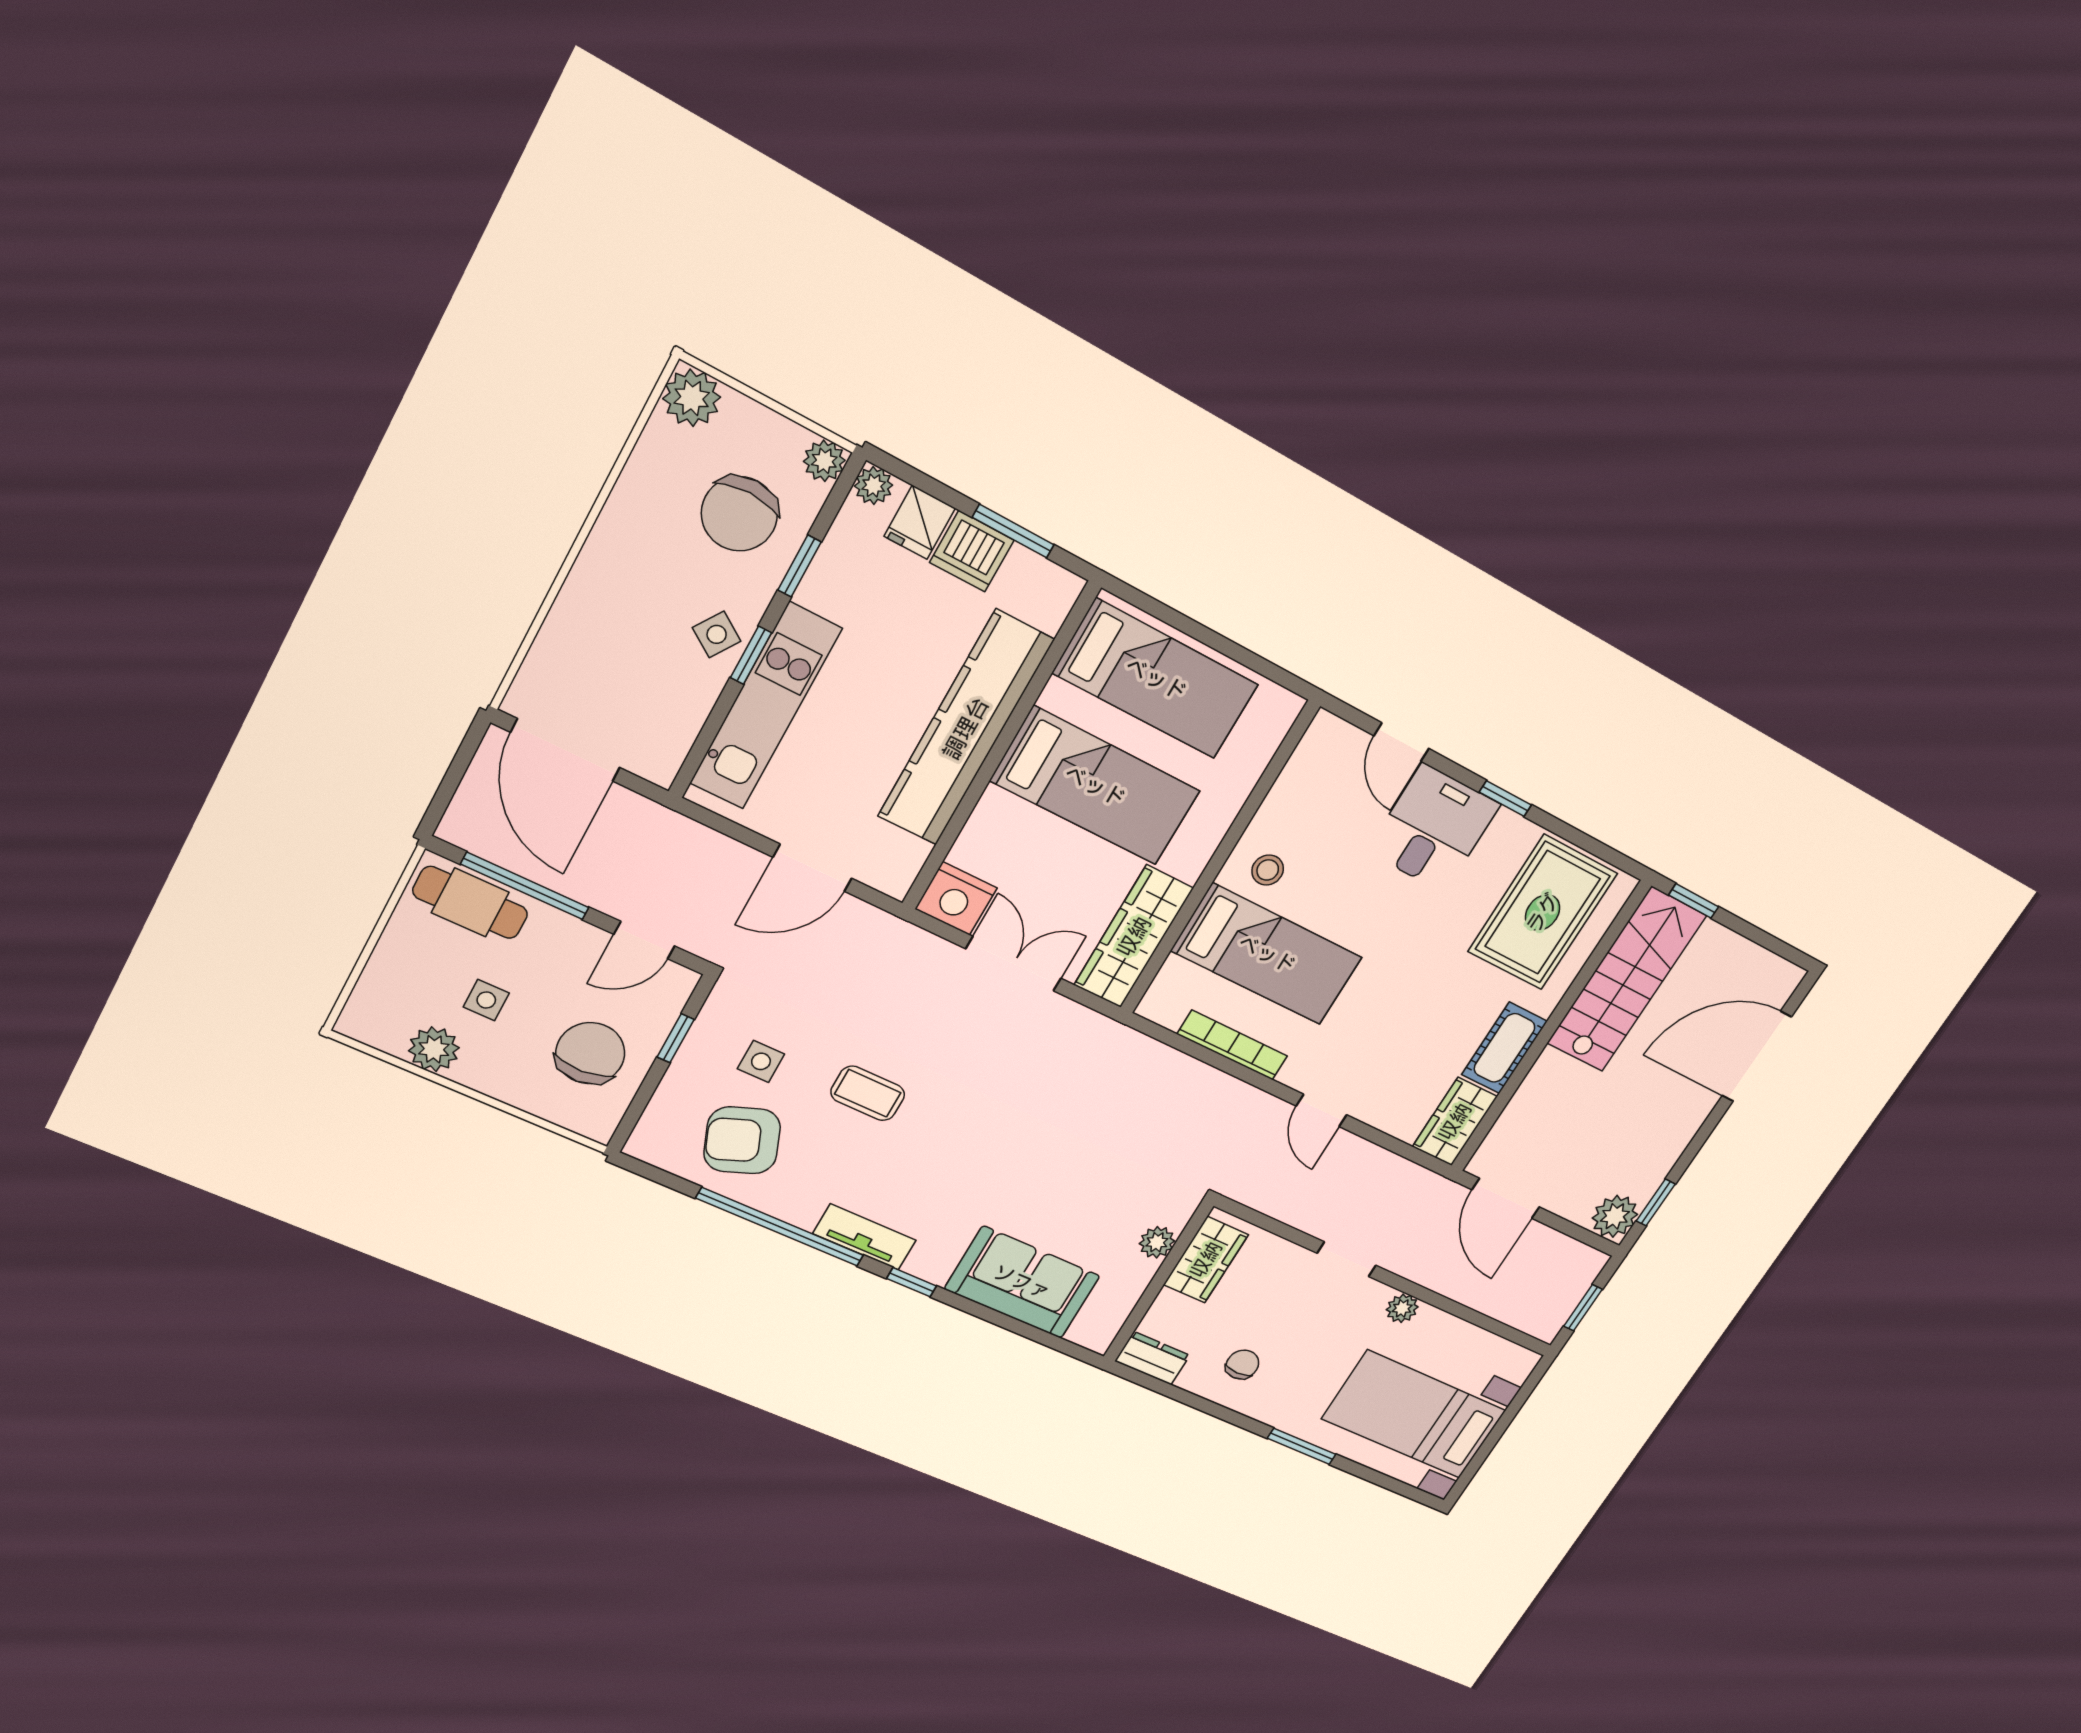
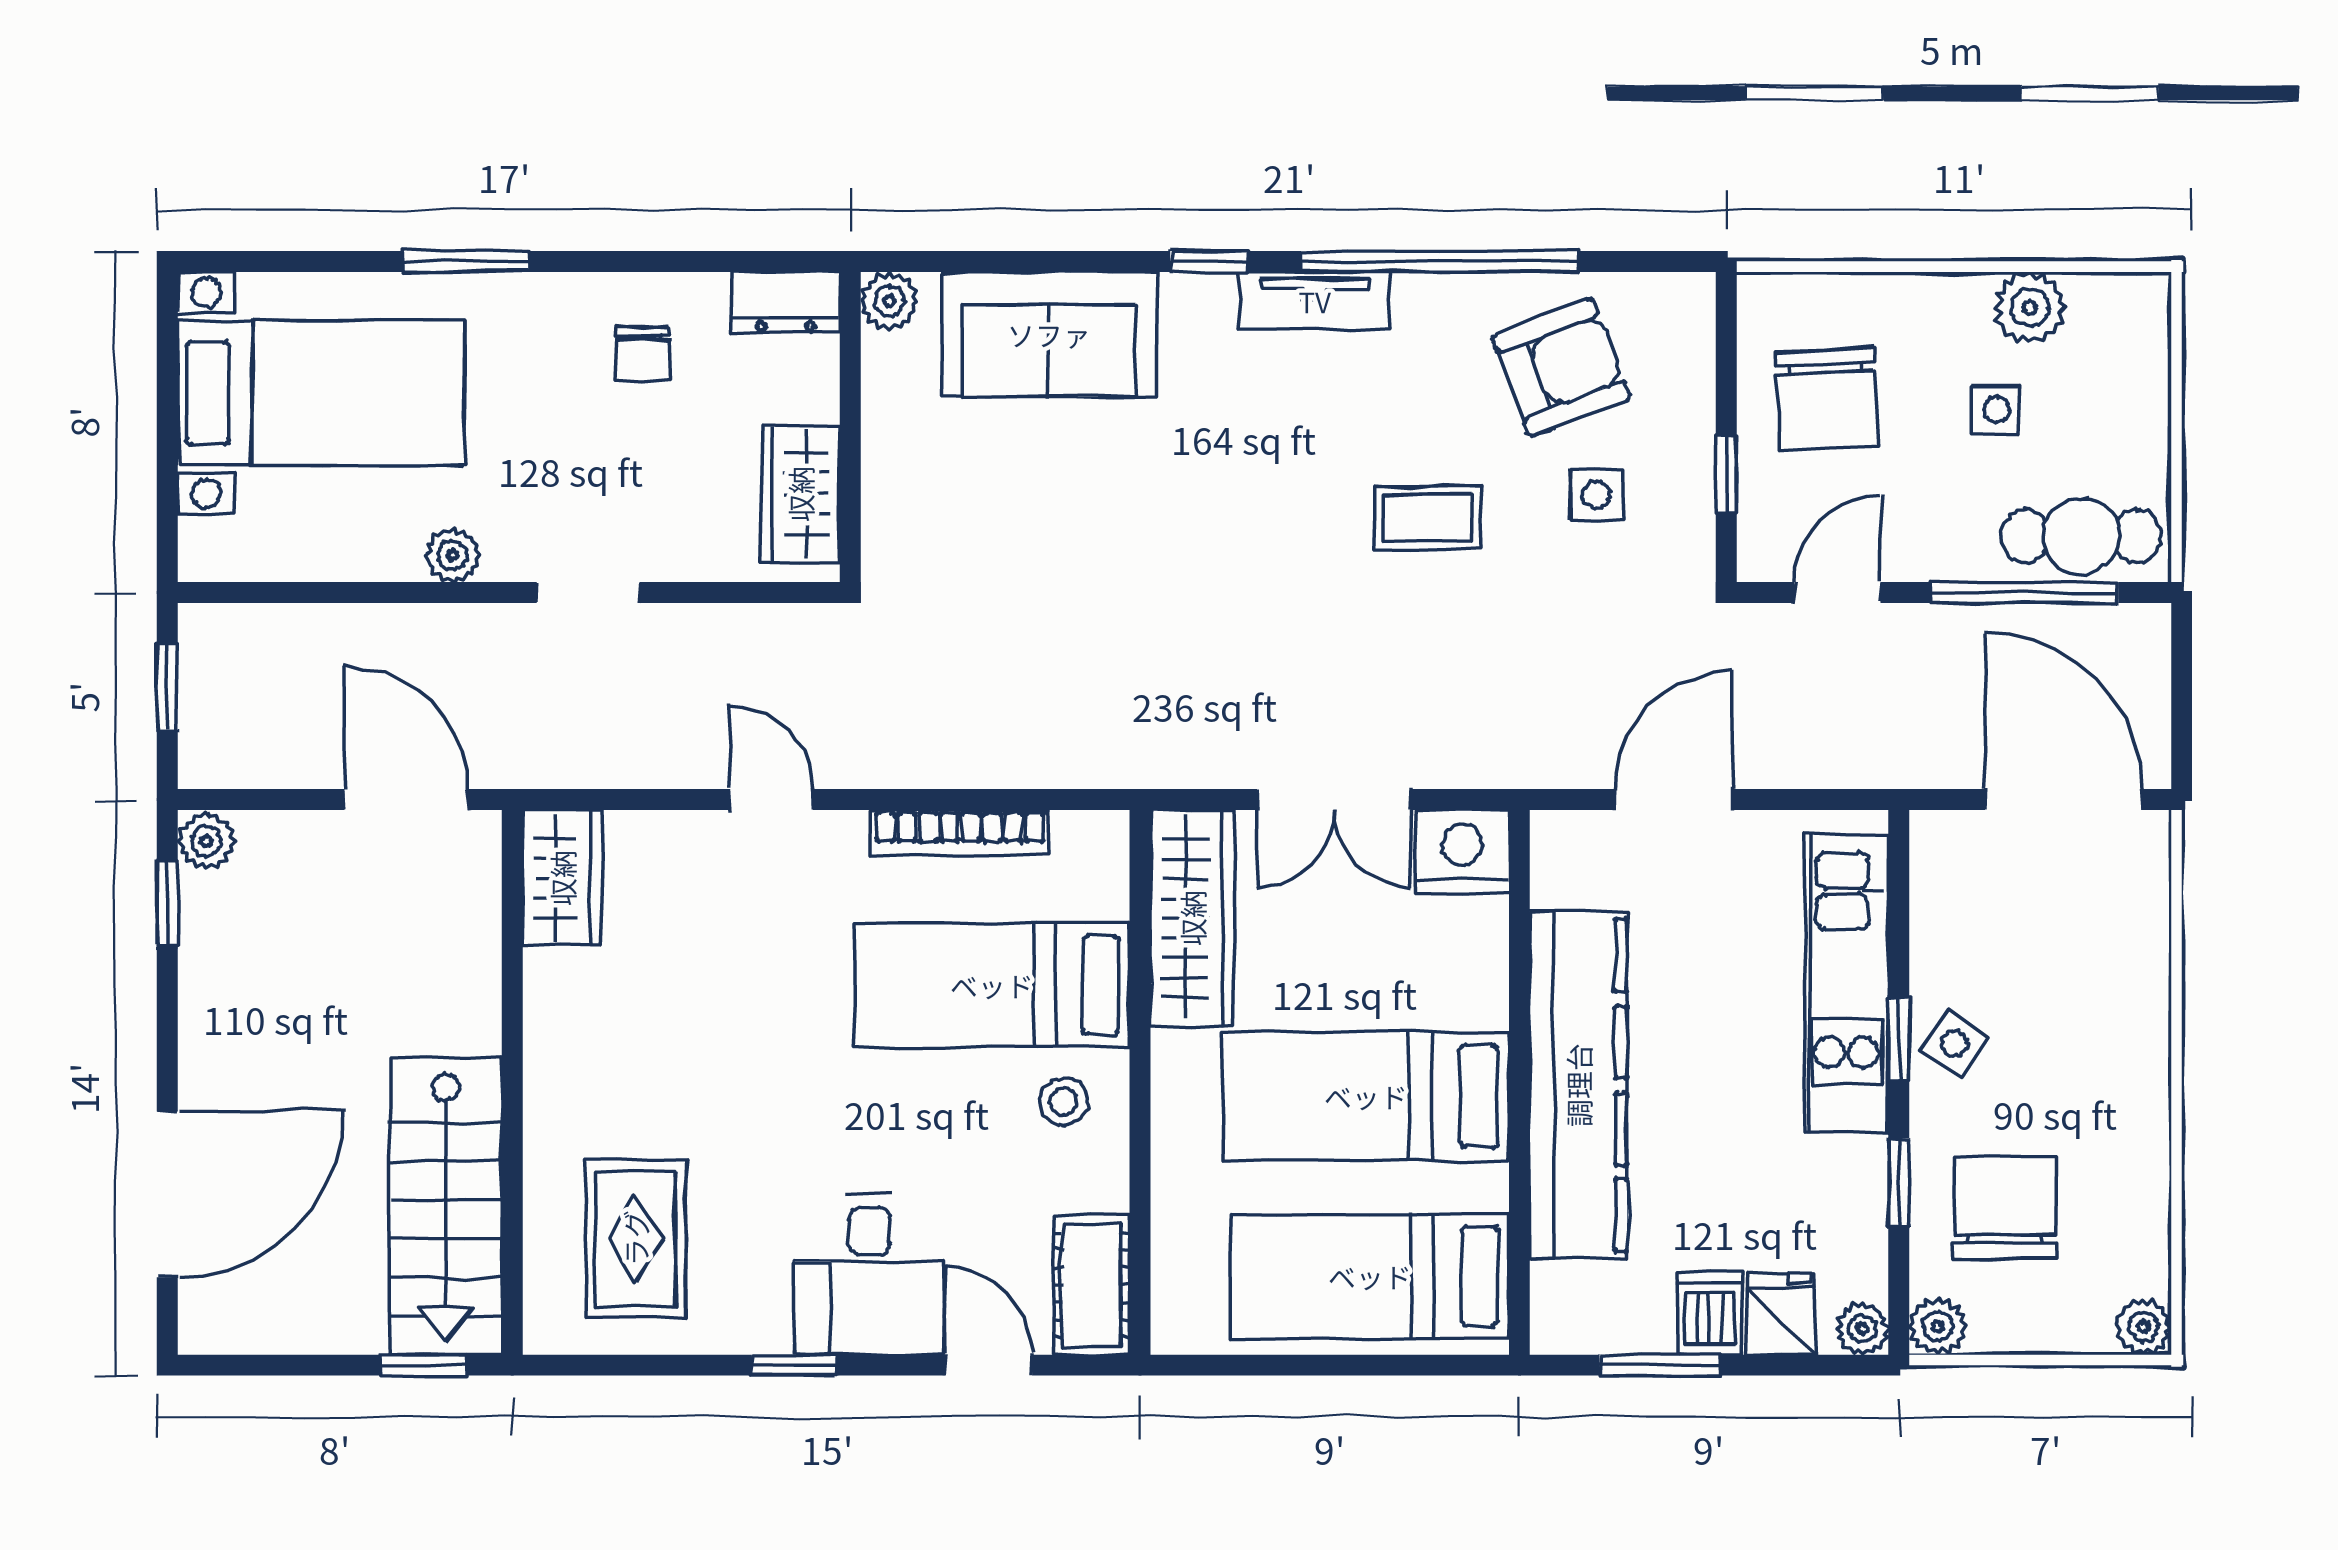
plant: (692, 398) -> (2143, 1327), width x0.73, depth x0.73
dishwasher: (972, 551) -> (1710, 1313), width x0.73
rug: (1543, 913) -> (635, 1238), width x0.73, depth x0.70
cot: (1504, 1048) -> (1092, 1285), moved
plant: (1615, 1216) -> (206, 841), width x0.73, depth x0.73
plant: (1157, 1242) -> (889, 301), moved

